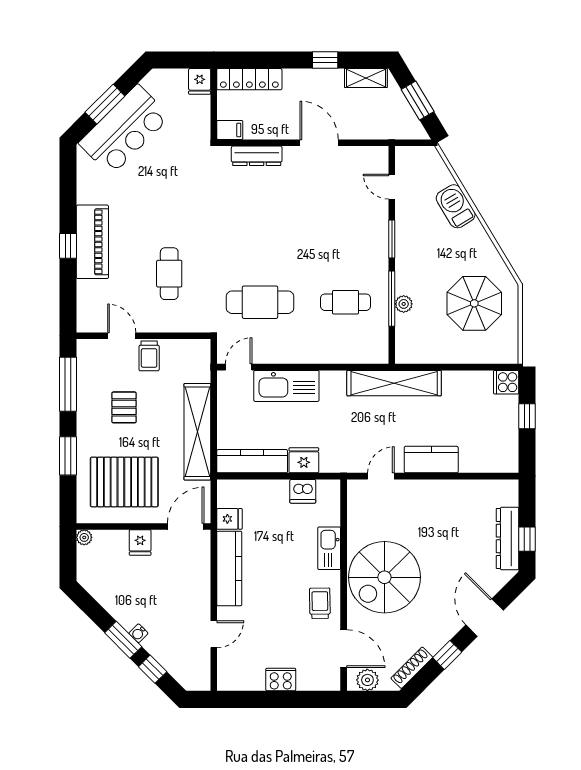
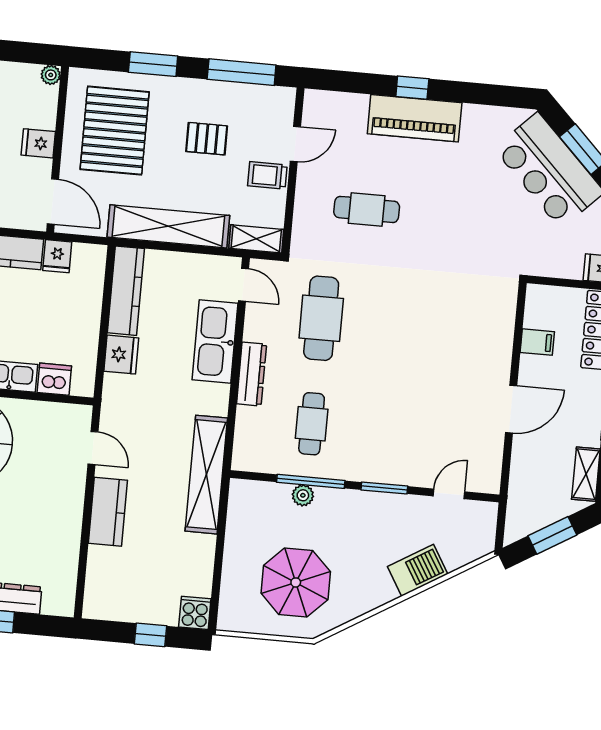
filing cabinet: (230, 130) -> (537, 342), moved, turned -90
dresser: (257, 156) -> (252, 374), moved, turned 180
shelving: (201, 360) -> (256, 239), added
dishwasher: (303, 491) -> (54, 379), moved, turned 90

